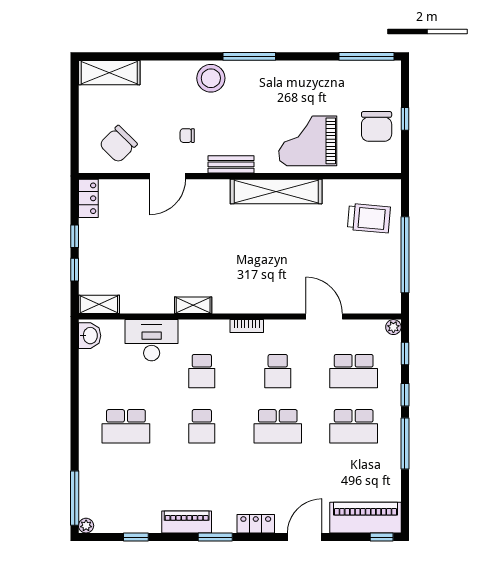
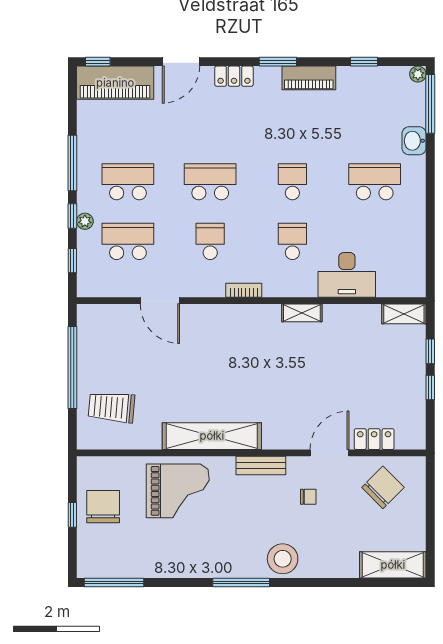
locker: (88, 198) -> (374, 439), moved, turned 90
plant: (393, 327) -> (85, 221), moved
washbasin: (90, 336) -> (414, 141), moved

